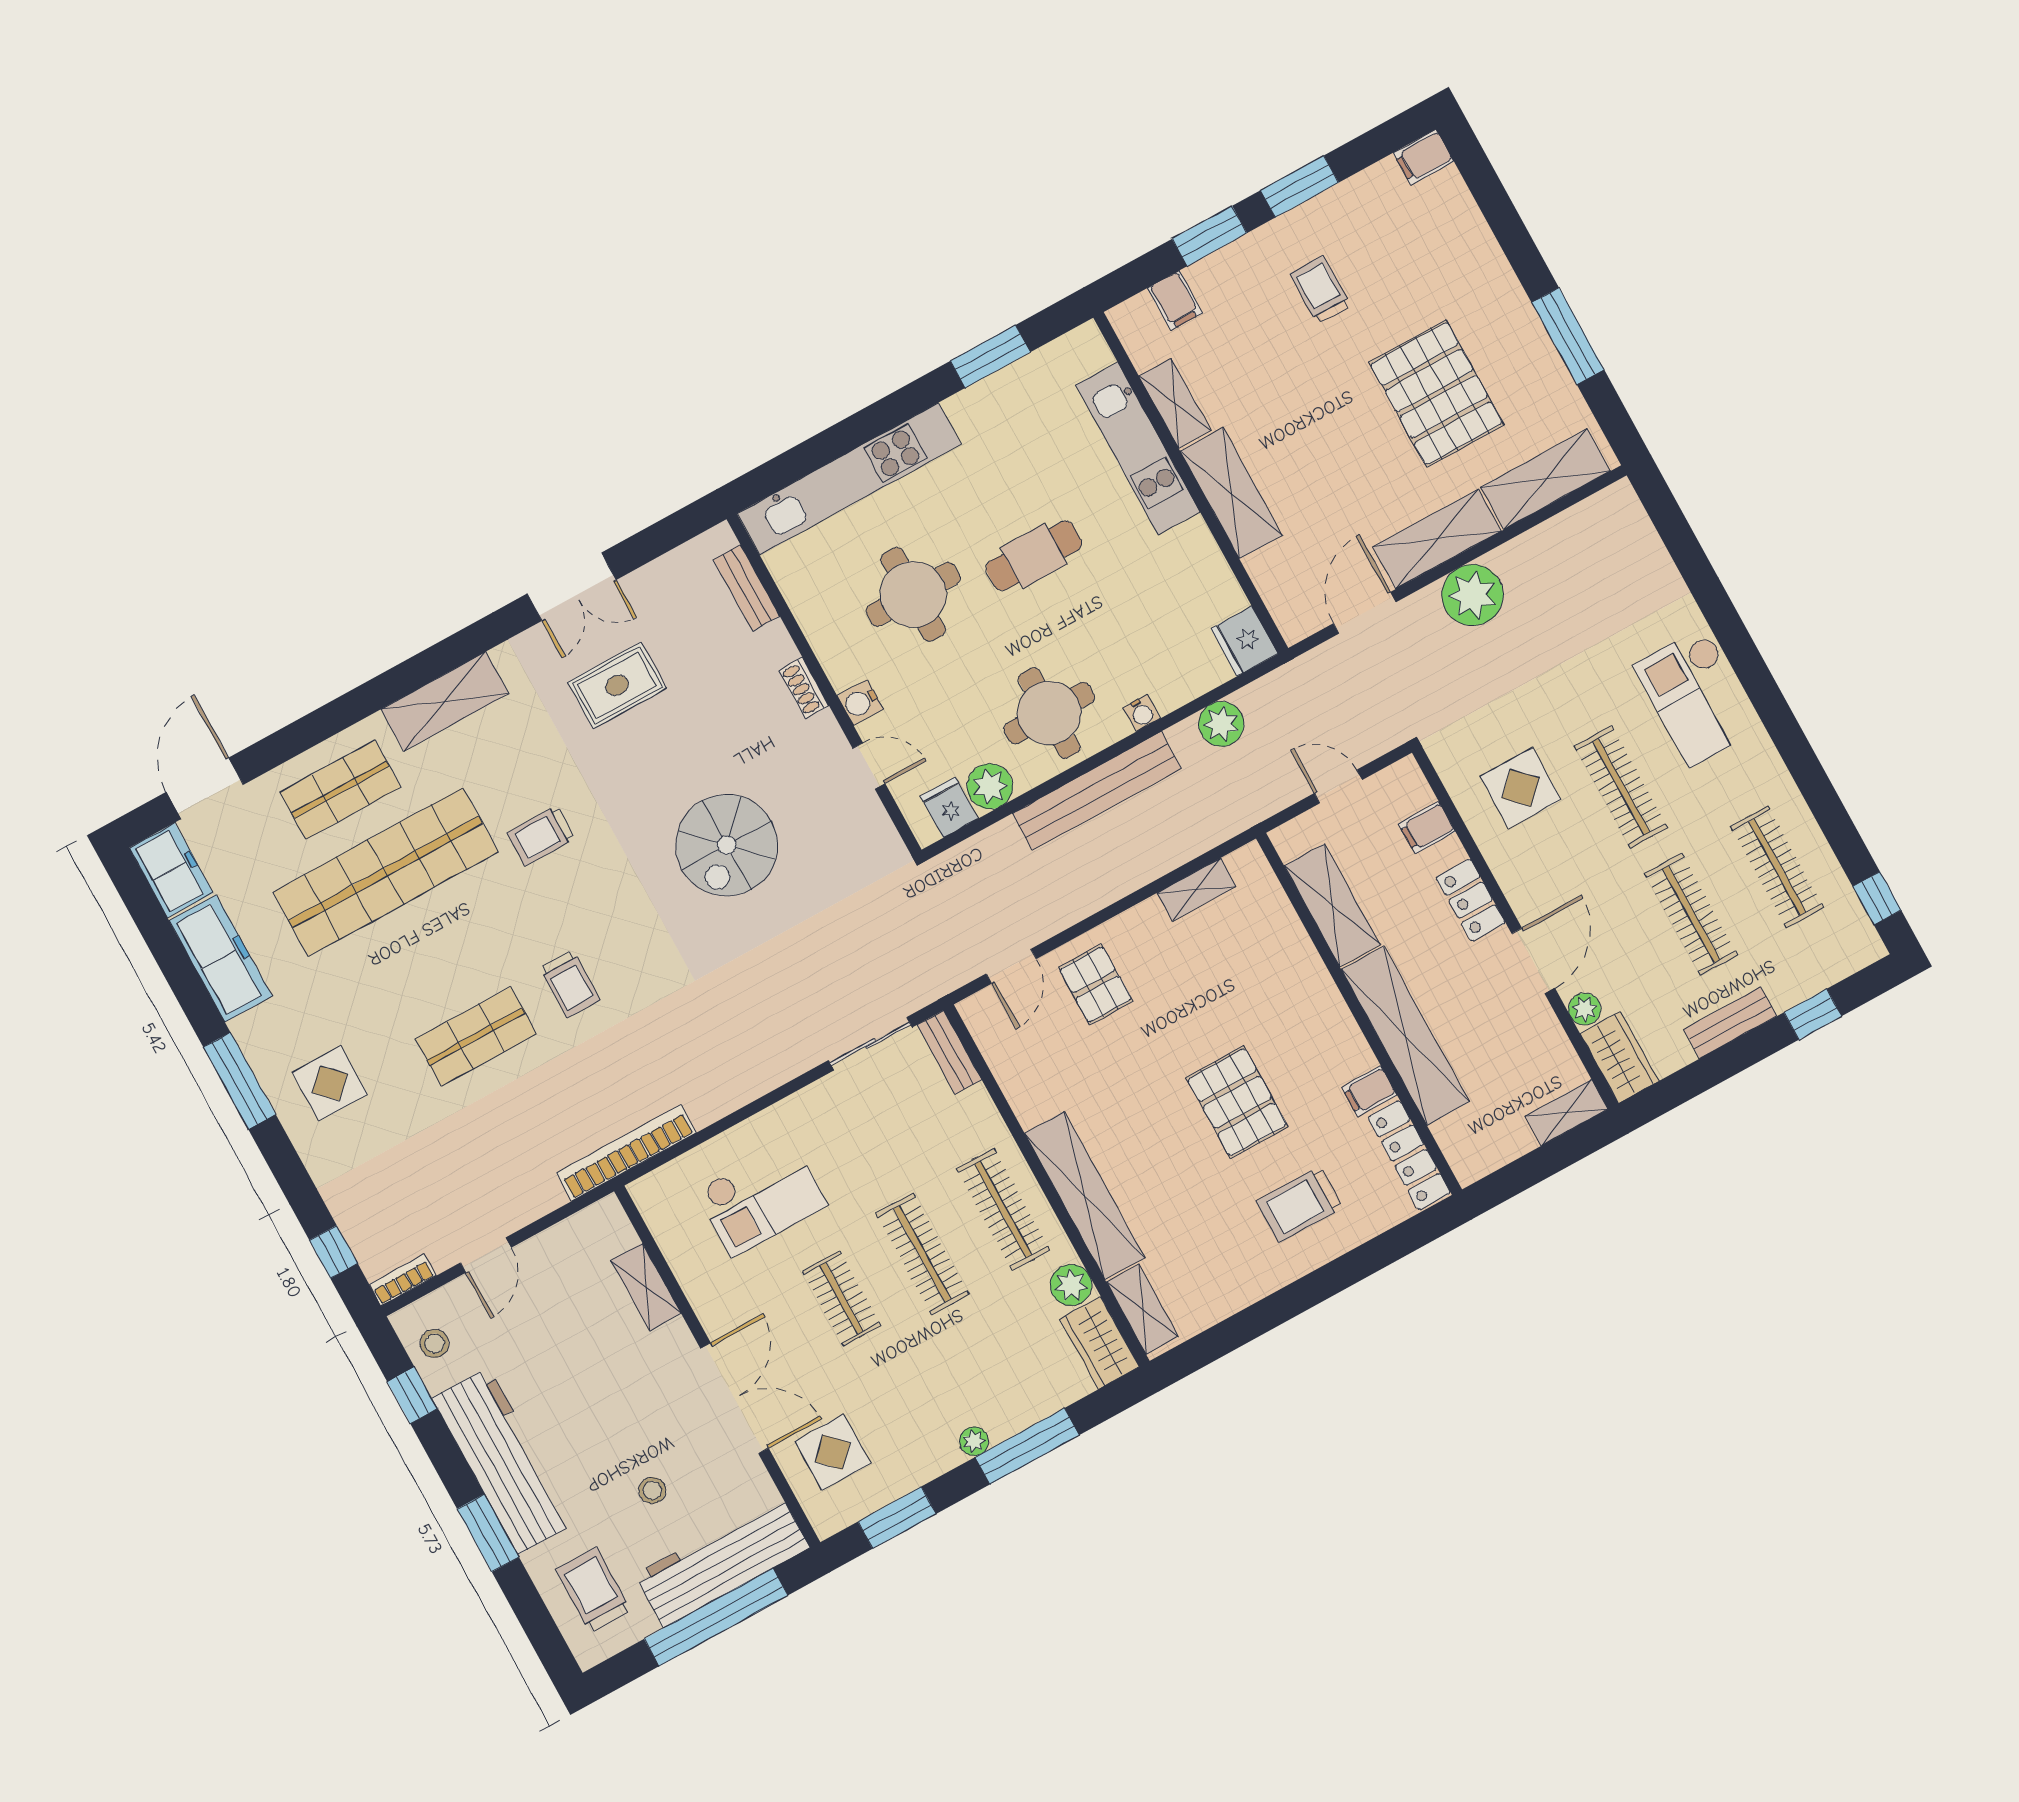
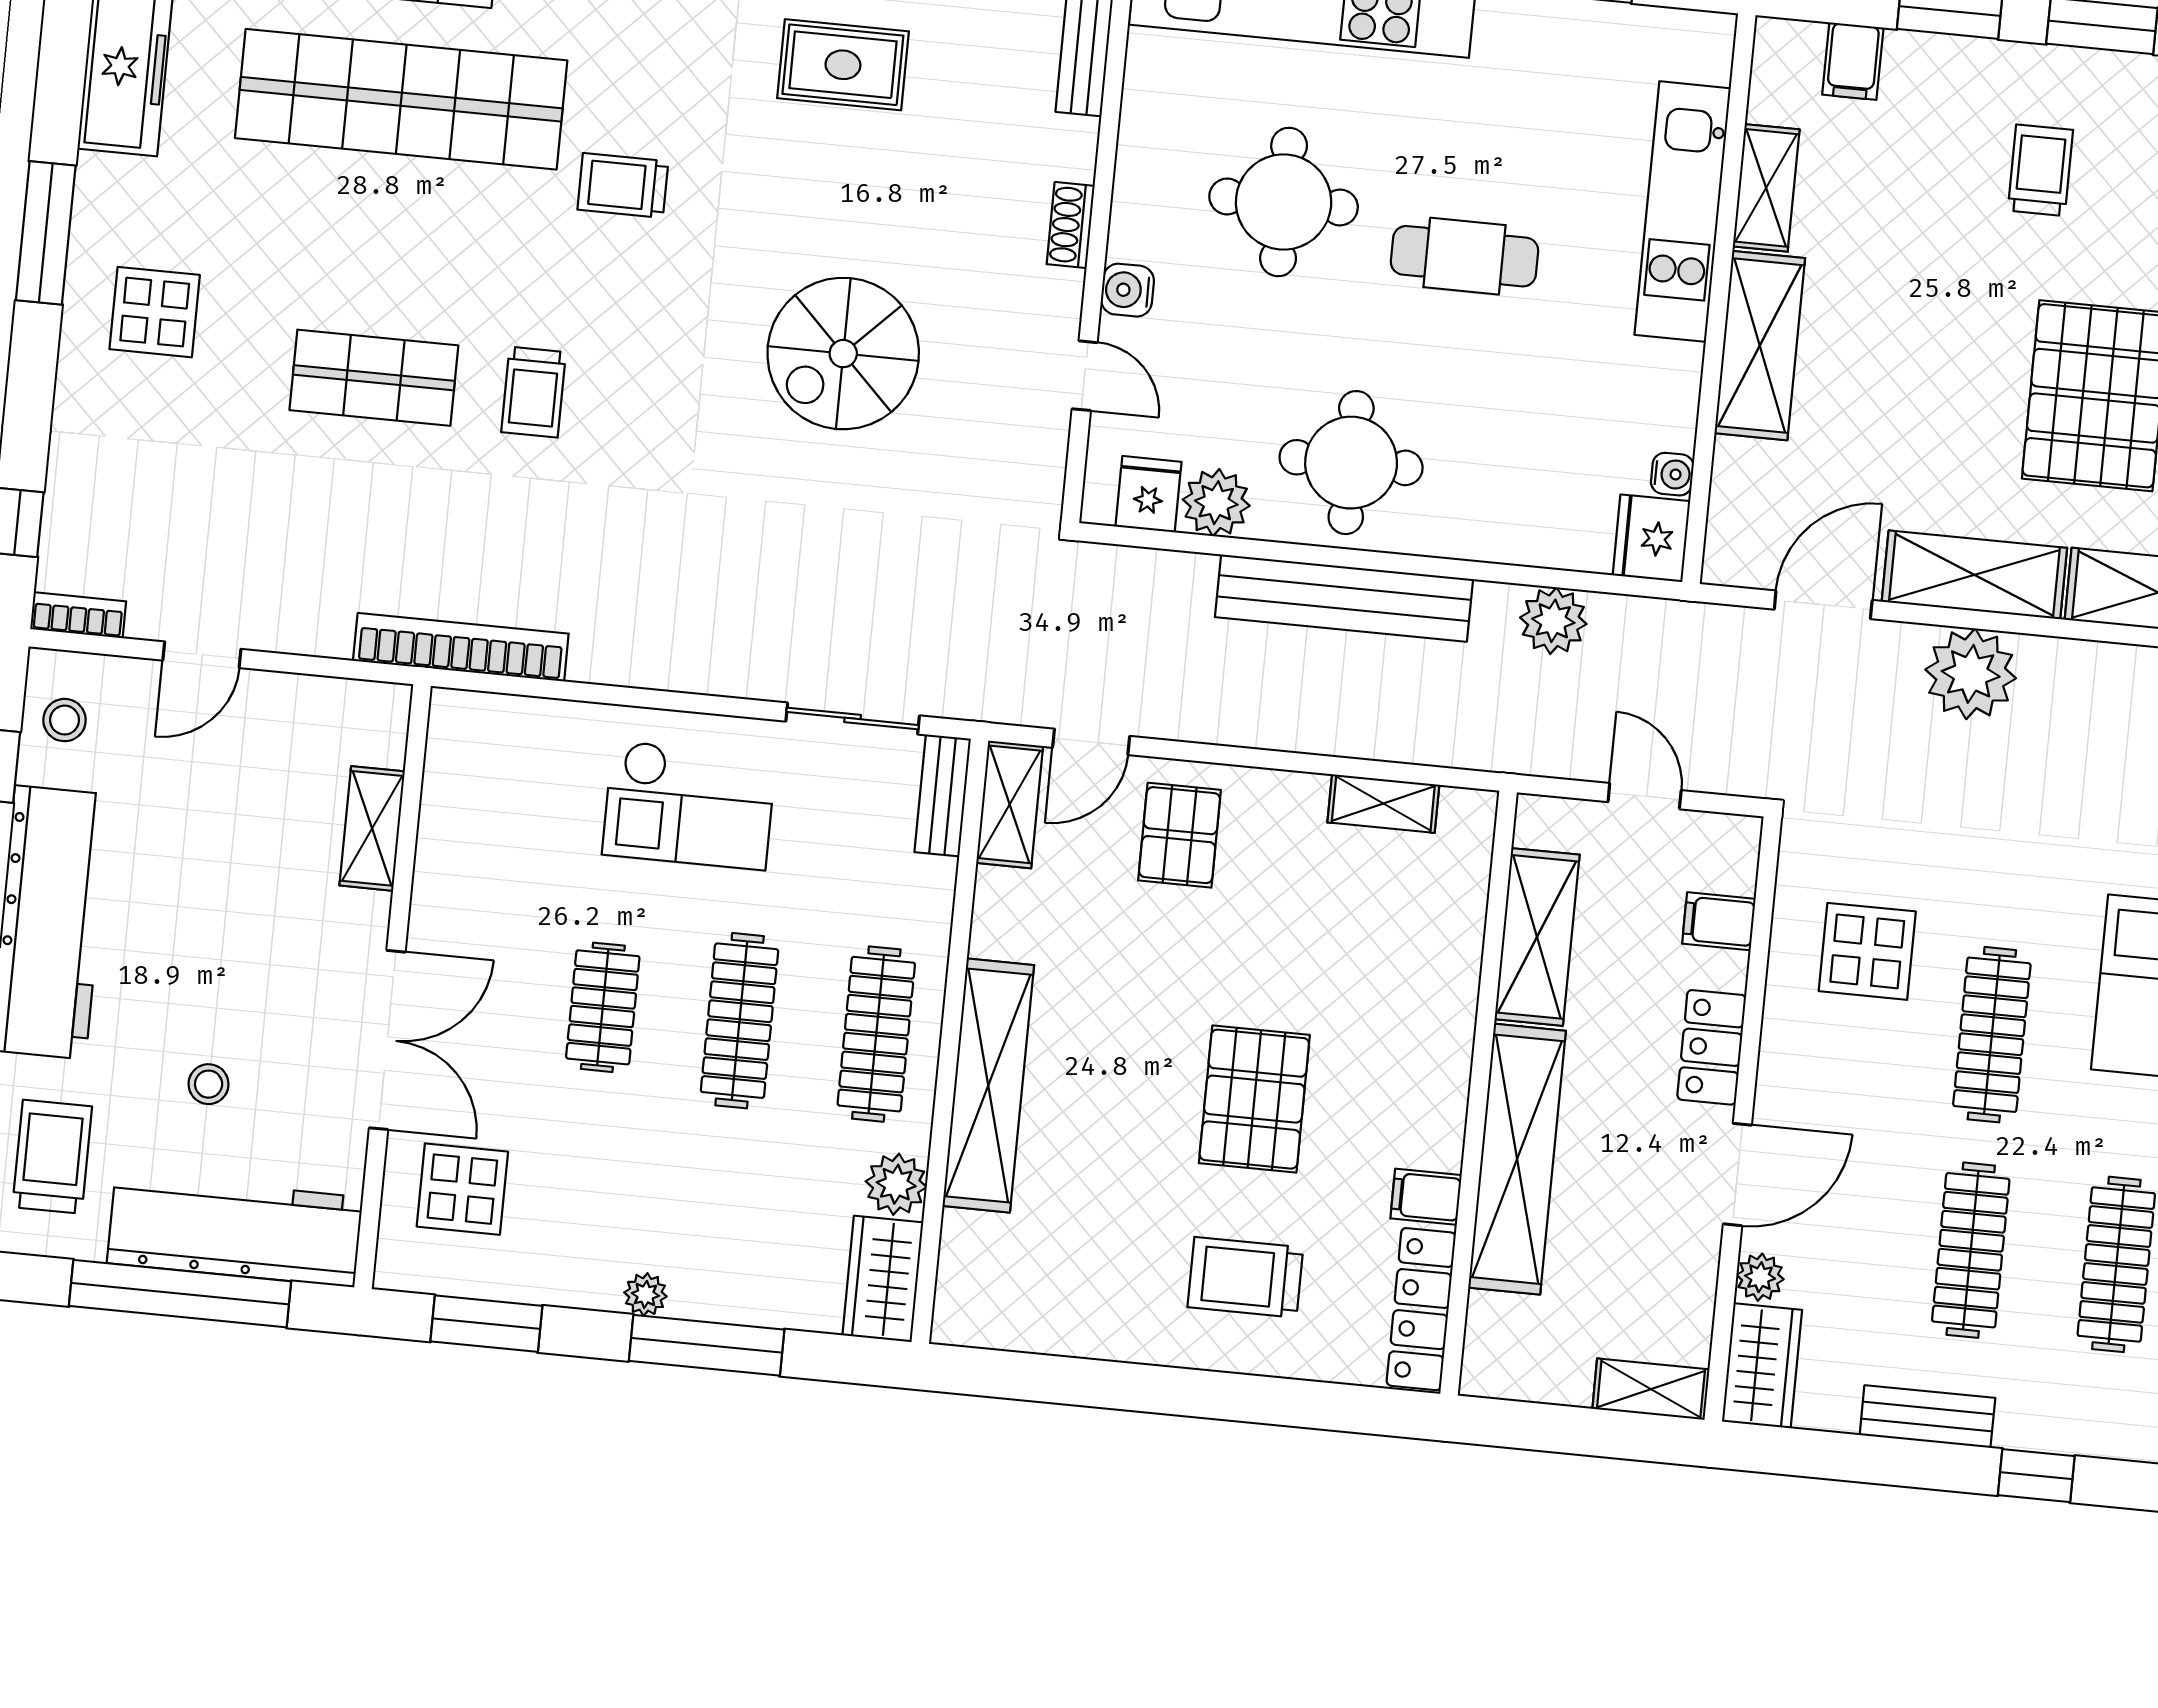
water cooler: (1142, 713) -> (1672, 474), moved, turned -90
checkout: (761, 1198) -> (689, 805), moved
shelving: (1143, 1310) -> (1010, 804), moved

